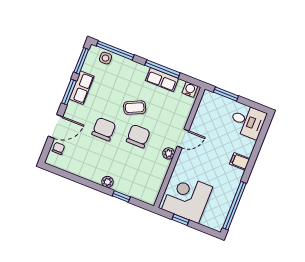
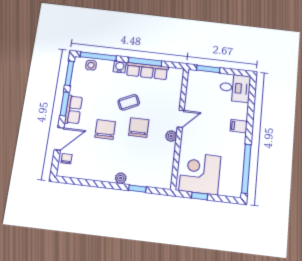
row of seats: (162, 80) -> (147, 71), width x1.48
row of seats: (82, 88) -> (73, 110), moved
water cooler: (190, 89) -> (120, 67), moved

